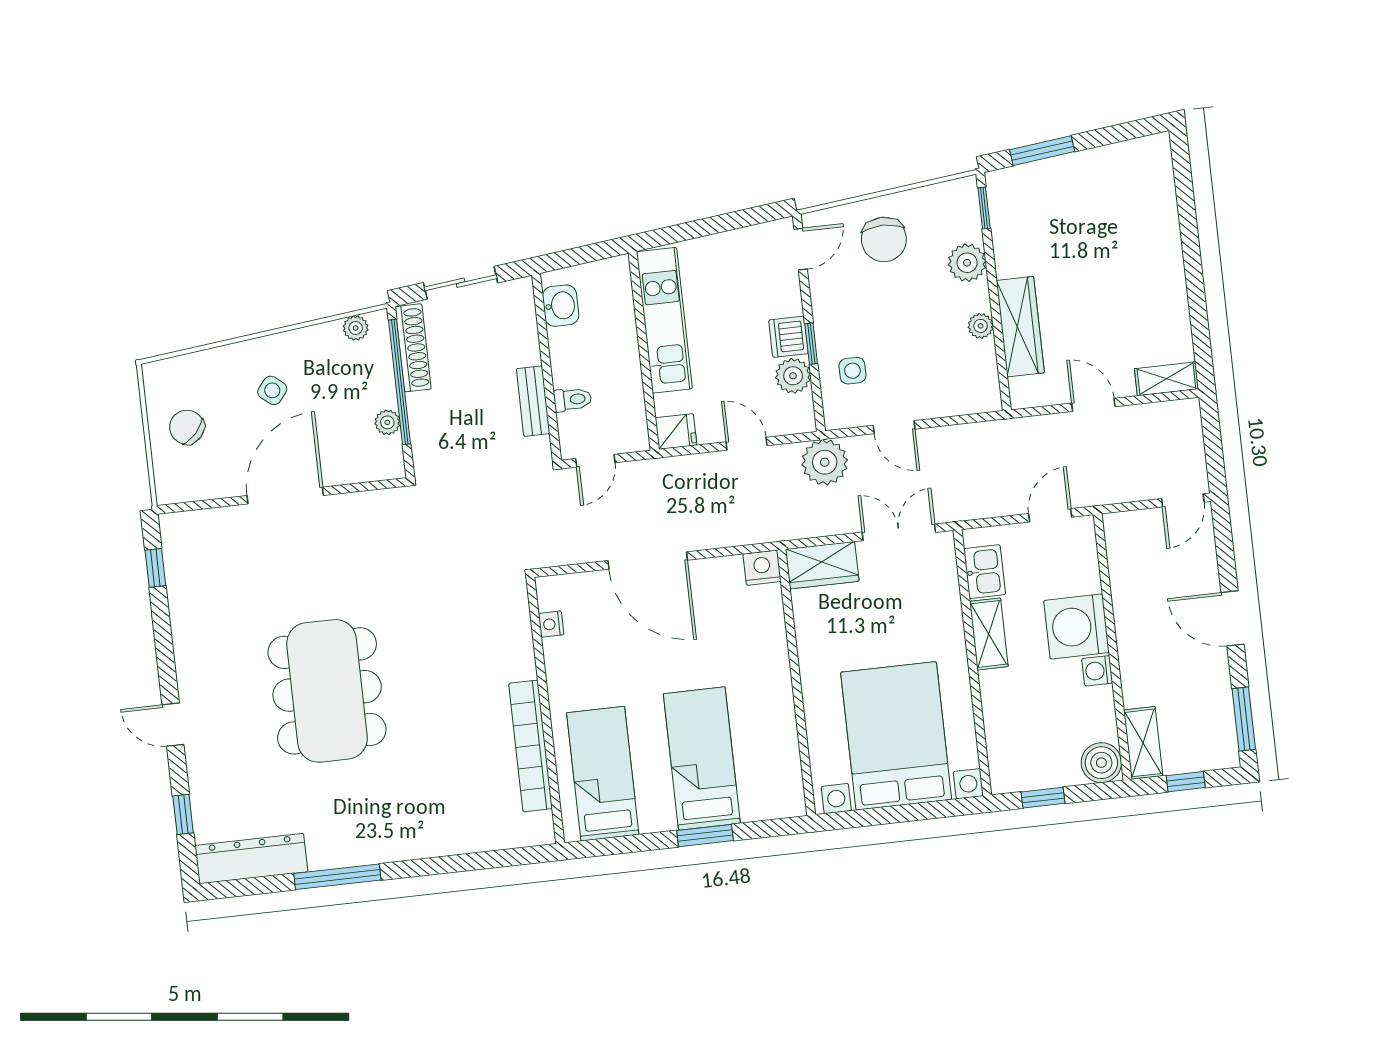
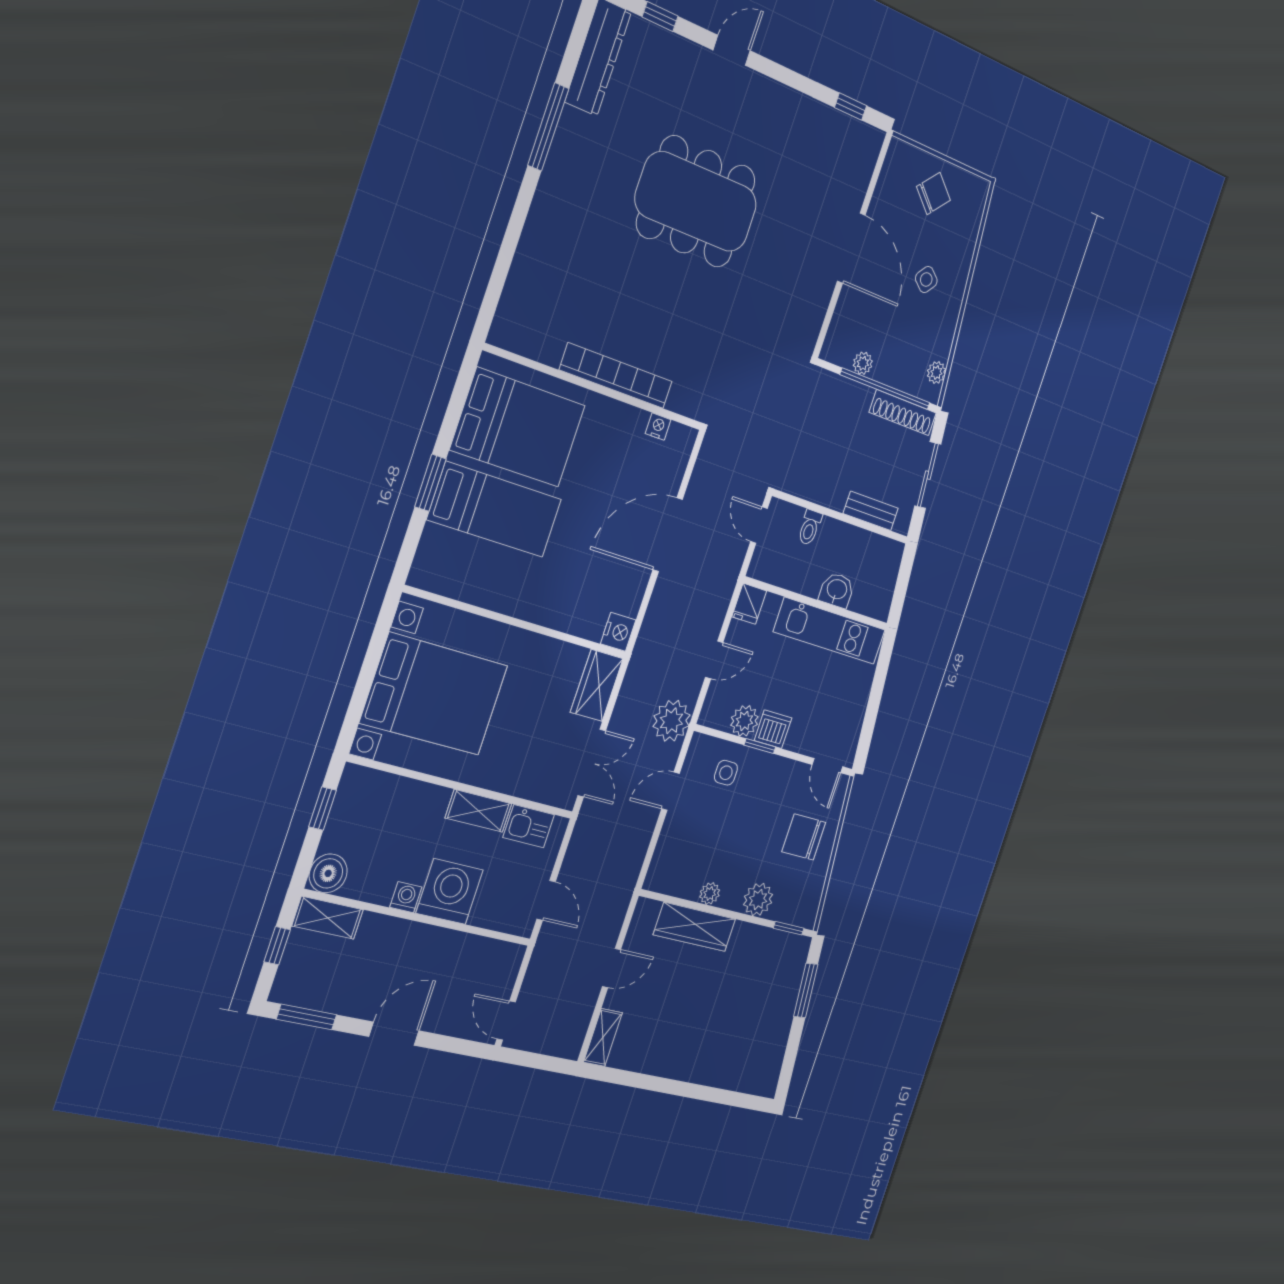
washbasin: (561, 306) -> (837, 590), moved, turned 180
bench: (533, 401) -> (871, 511), moved
bookcase: (531, 746) -> (616, 376), moved
bed: (603, 774) -> (518, 428), width x1.50

